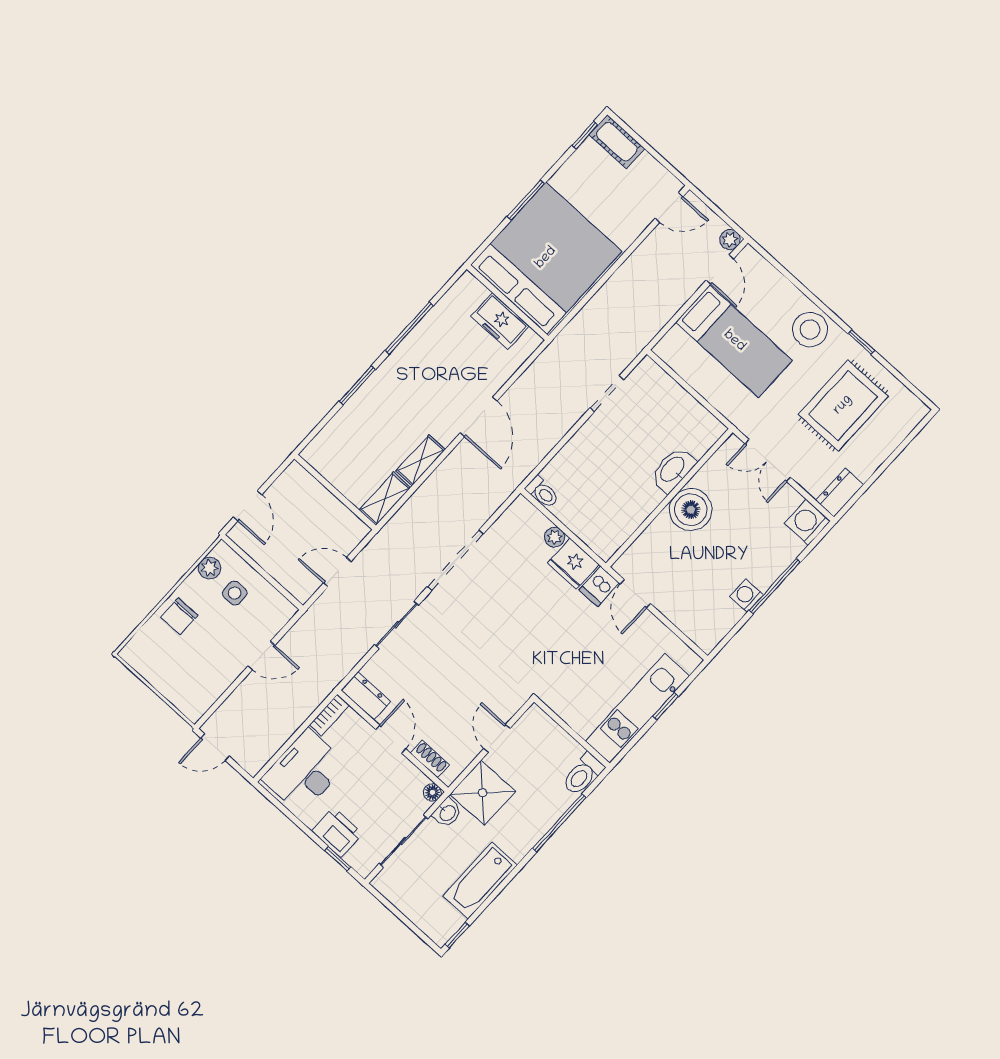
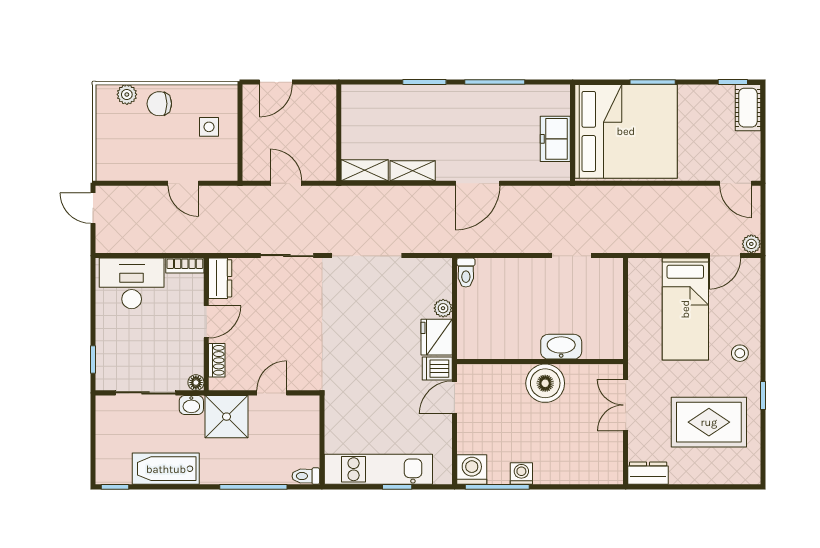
stool: (810, 330) -> (740, 353), width x0.53, depth x0.53
washing machine: (807, 522) -> (472, 470), moved
plant: (209, 568) -> (127, 94), moved
window: (775, 586) -> (497, 487), moved
toilet: (583, 774) -> (306, 476), width x0.73, depth x0.72
printer: (337, 832) -> (111, 343), removed

